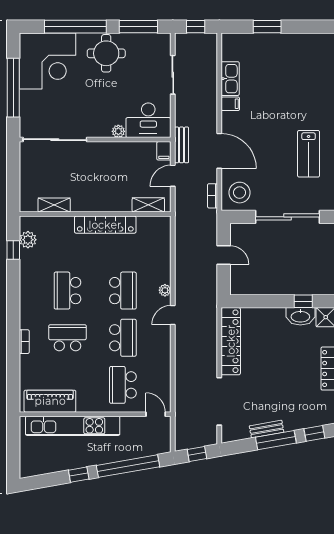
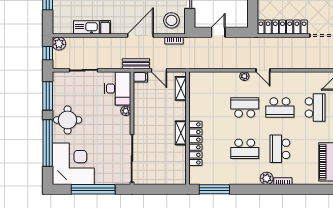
plant: (209, 42) -> (59, 43), added
shelving: (54, 205) -> (181, 133), moved
locker: (105, 225) -> (195, 143), moved
plant: (28, 240) -> (267, 178), moved
window: (13, 250) -> (214, 189), width x2.17
school desk: (123, 338) -> (280, 107), turned 180
school desk: (123, 385) -> (315, 107), turned -90

